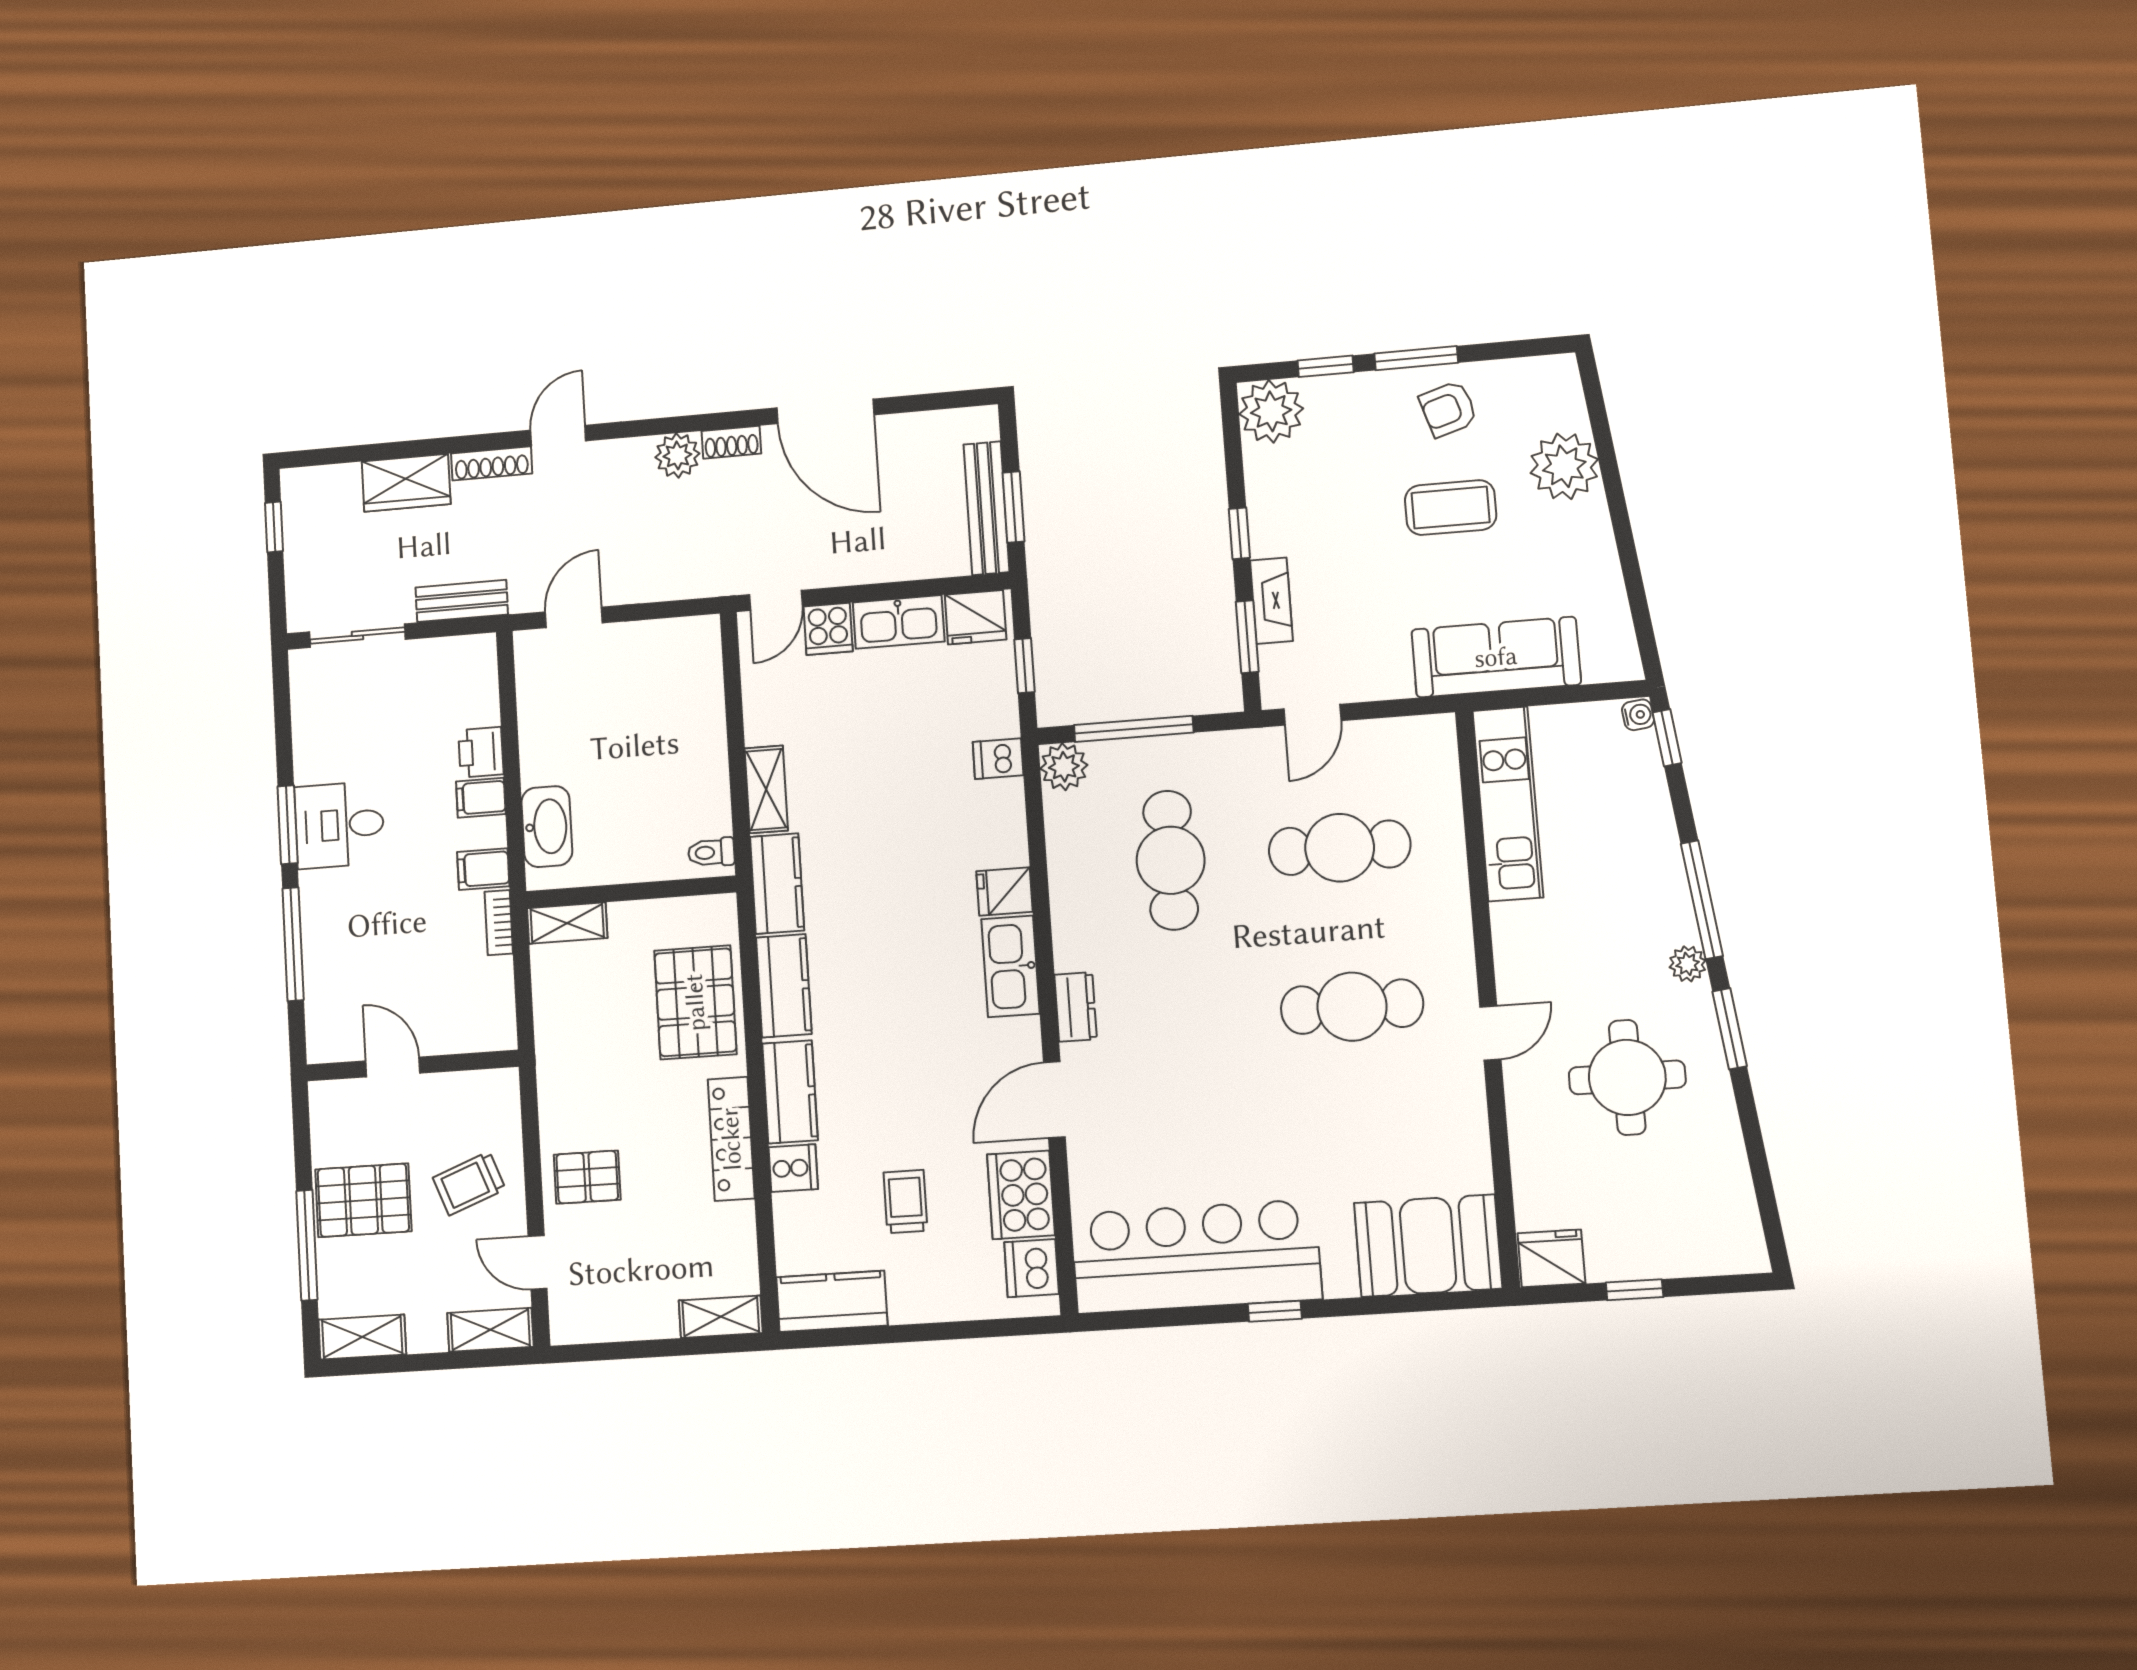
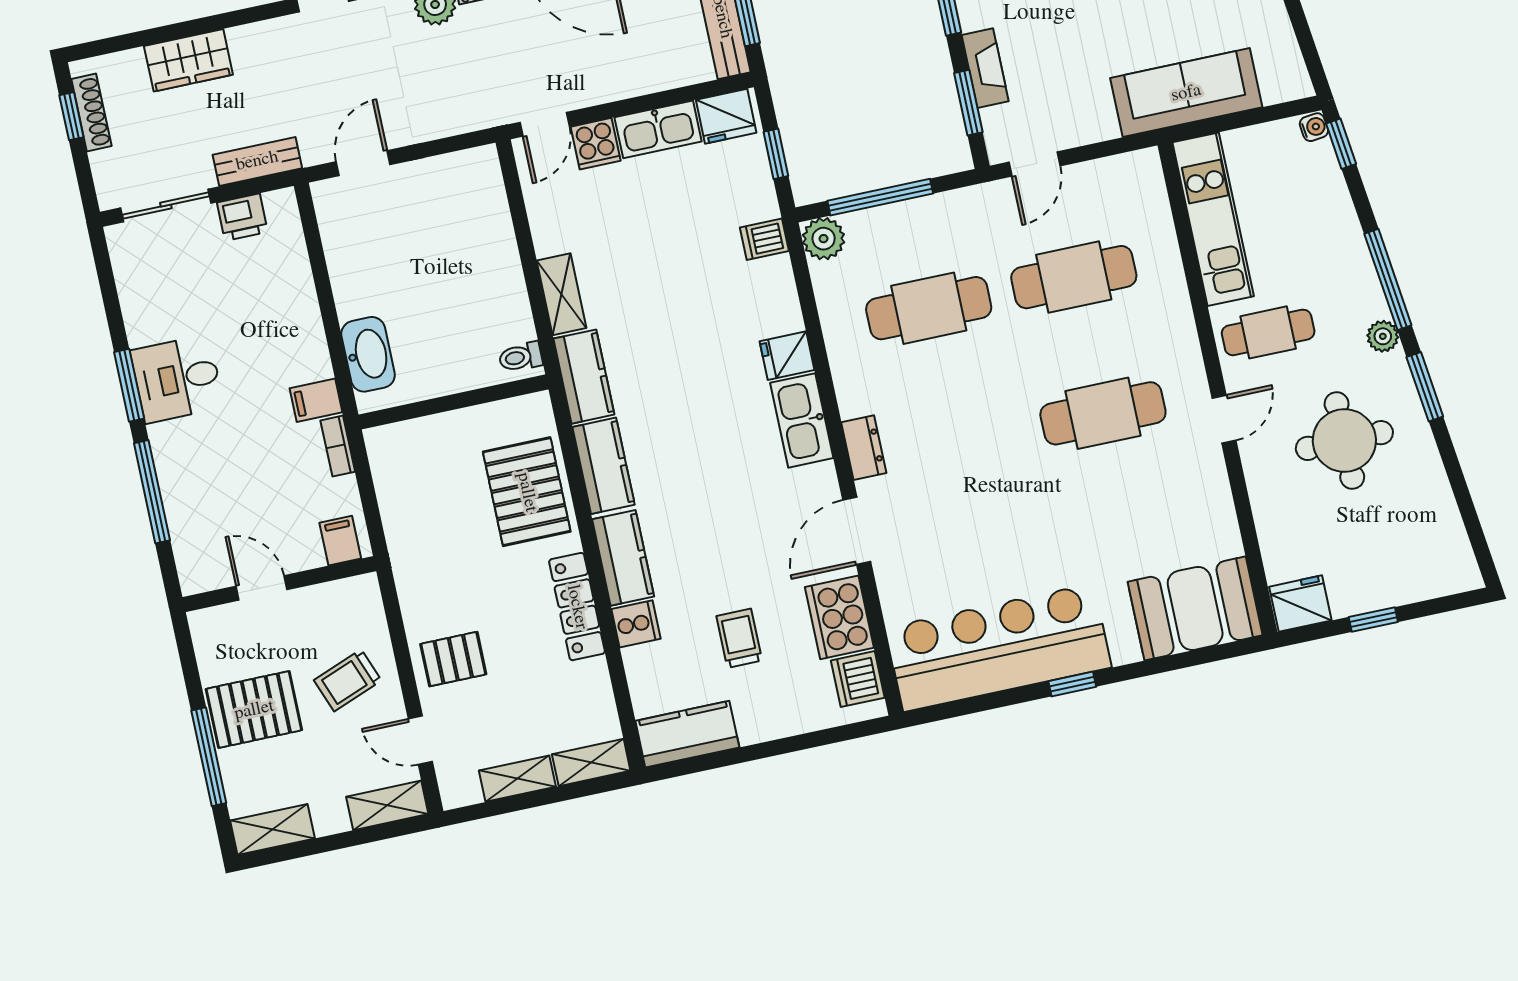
shoe rack: (492, 463) -> (91, 113), moved, turned -90
printer: (481, 752) -> (242, 217), moved, turned -90
filing cabinet: (481, 798) -> (340, 541), moved, turned 90
cafe table: (1171, 860) -> (929, 308), turned 90
shelving: (567, 923) -> (517, 779), moved
cafe table: (1554, 941) -> (1268, 332), added

